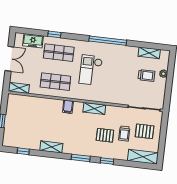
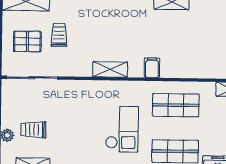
pallet: (105, 135) -> (89, 29), removed

